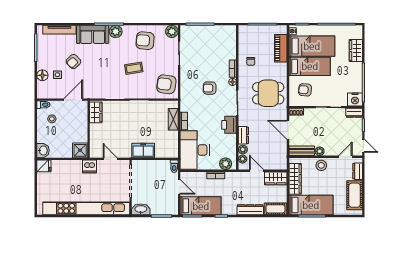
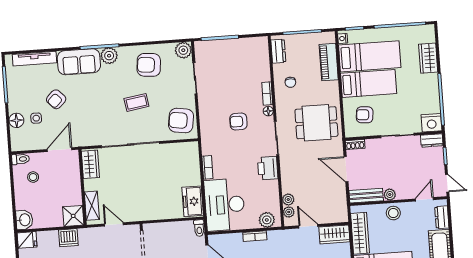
shelving: (173, 119) -> (92, 206), moved
dresser: (243, 135) -> (278, 51), moved
freezer: (143, 151) -> (193, 201), moved, turned -90
dishwasher: (89, 166) -> (68, 238), moved

